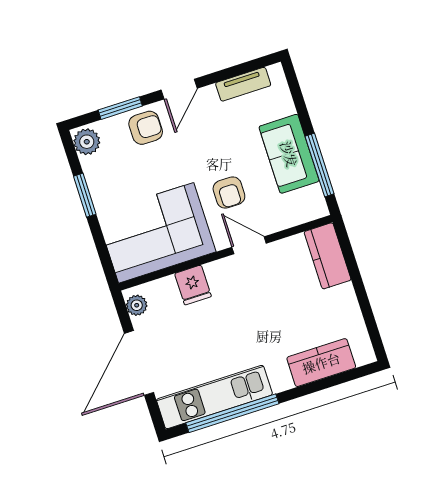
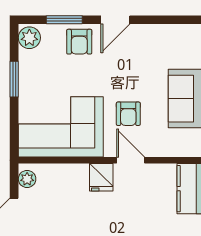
tv unit: (243, 84) -> (167, 32), removed
armchair: (146, 128) -> (79, 42), turned 90
fridge: (193, 285) -> (101, 177), moved

